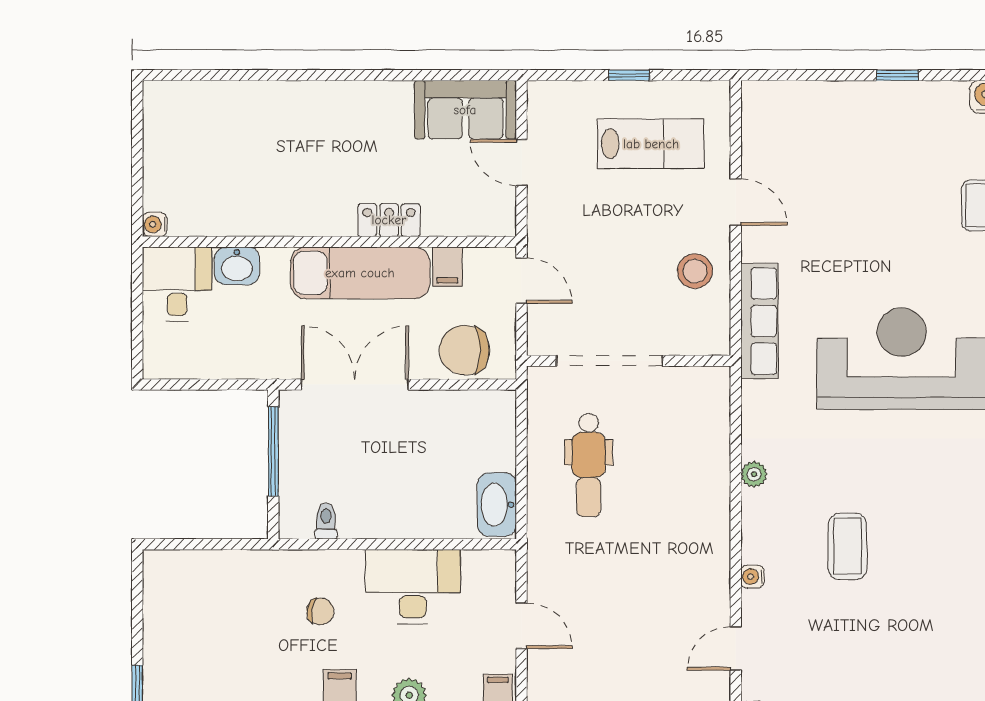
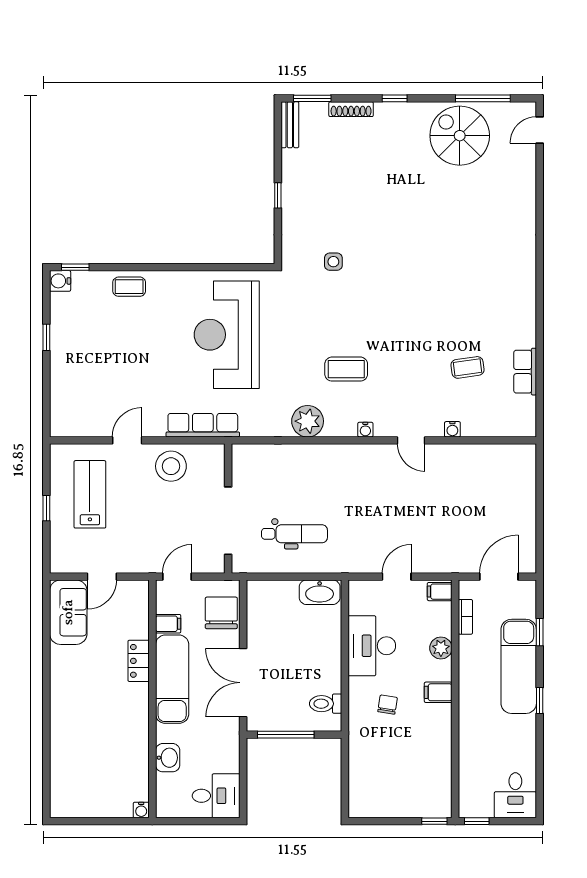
stool: (695, 271) -> (171, 466), width x1.38, depth x1.38
desk: (177, 284) -> (216, 796), moved, turned 180
chair: (464, 350) -> (221, 613), turned 180
plant: (754, 474) -> (308, 421), width x1.88, depth x1.88
toilet: (326, 521) -> (326, 704), width x1.37, depth x1.39

